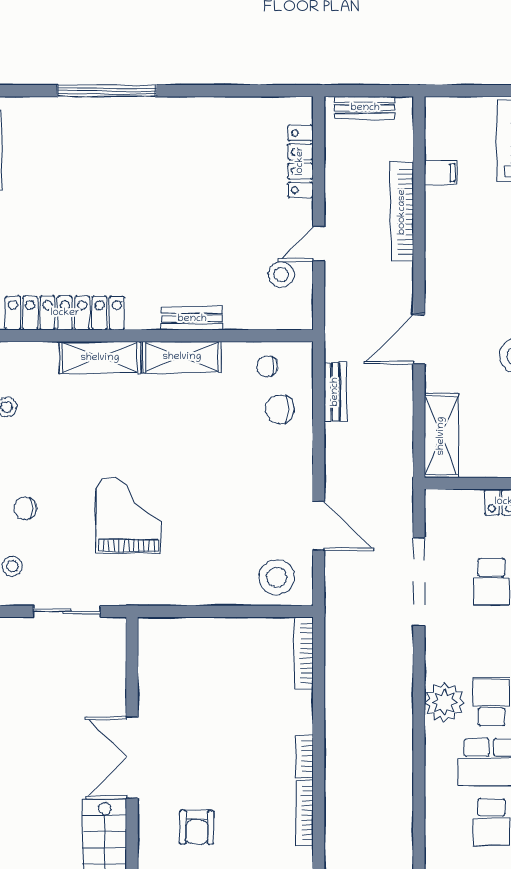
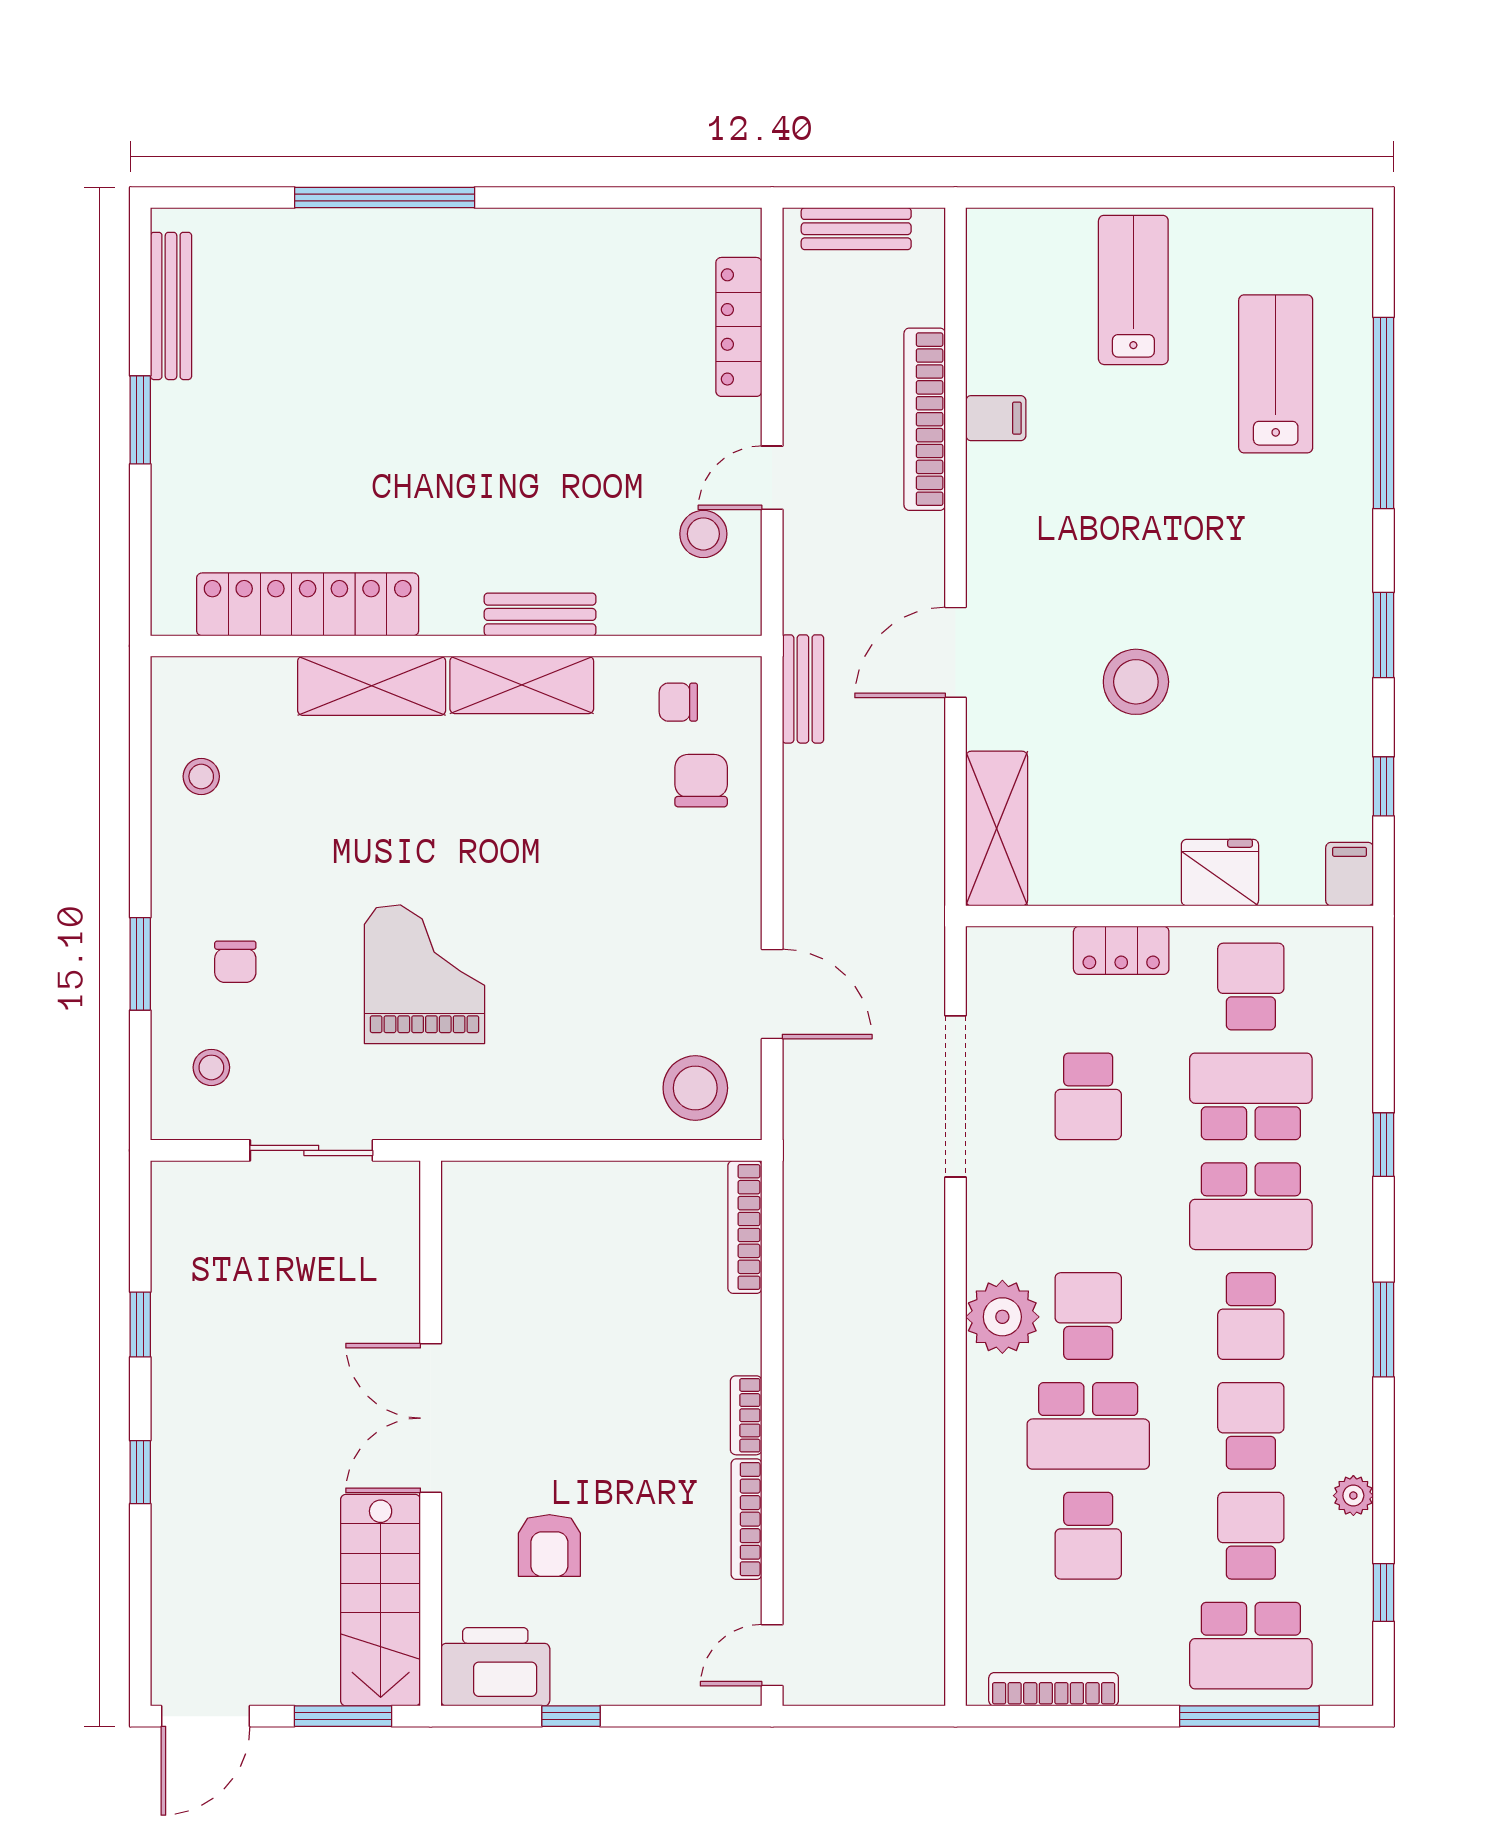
filing cabinet: (441, 173) -> (996, 418), moved
bench: (335, 392) -> (803, 689), moved
chair: (280, 409) -> (701, 781), turned 90
chair: (25, 508) -> (235, 962), turned -90

